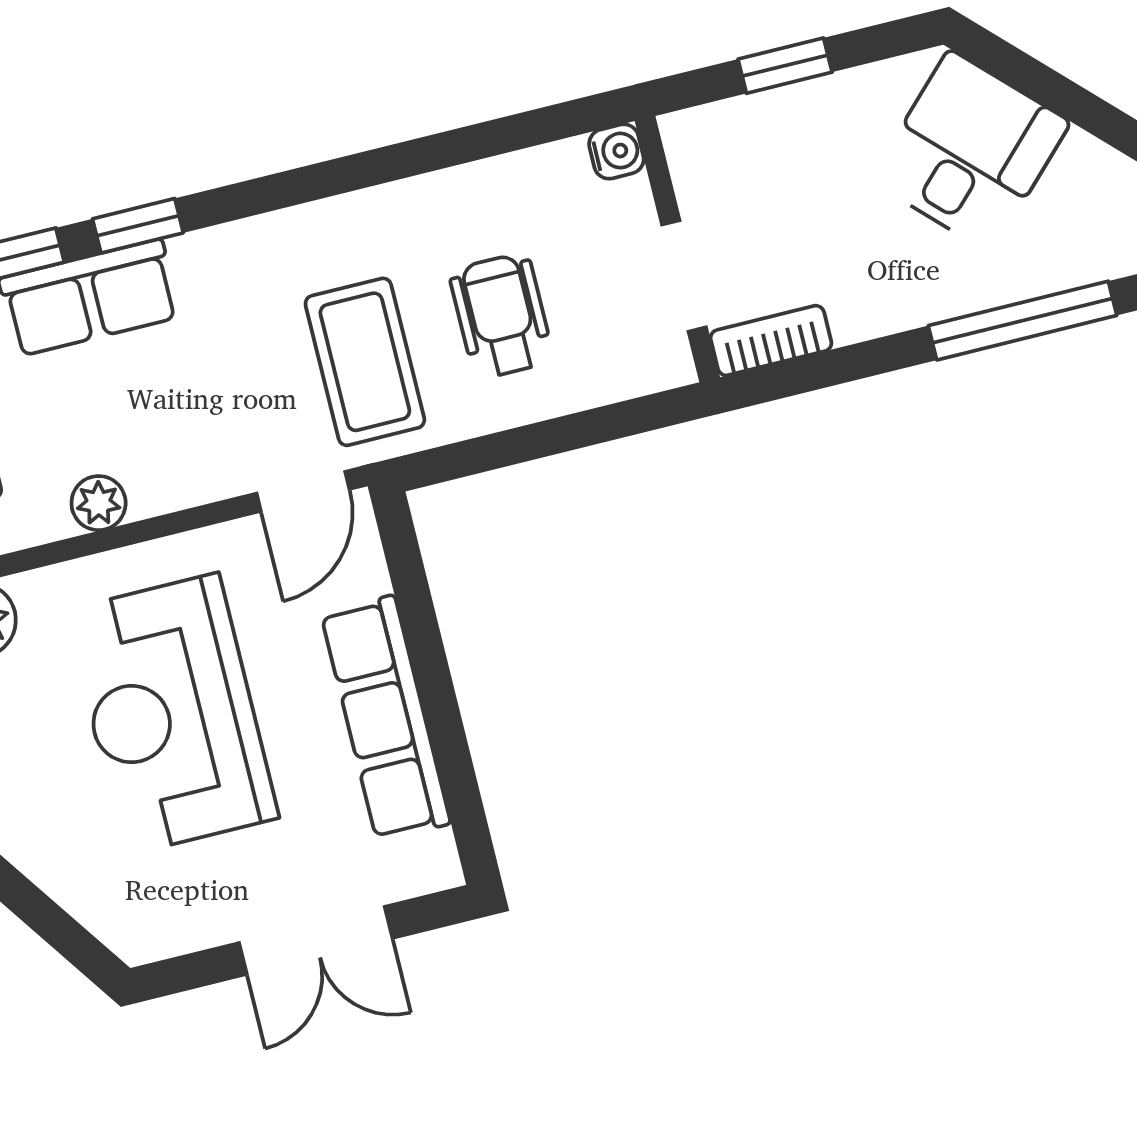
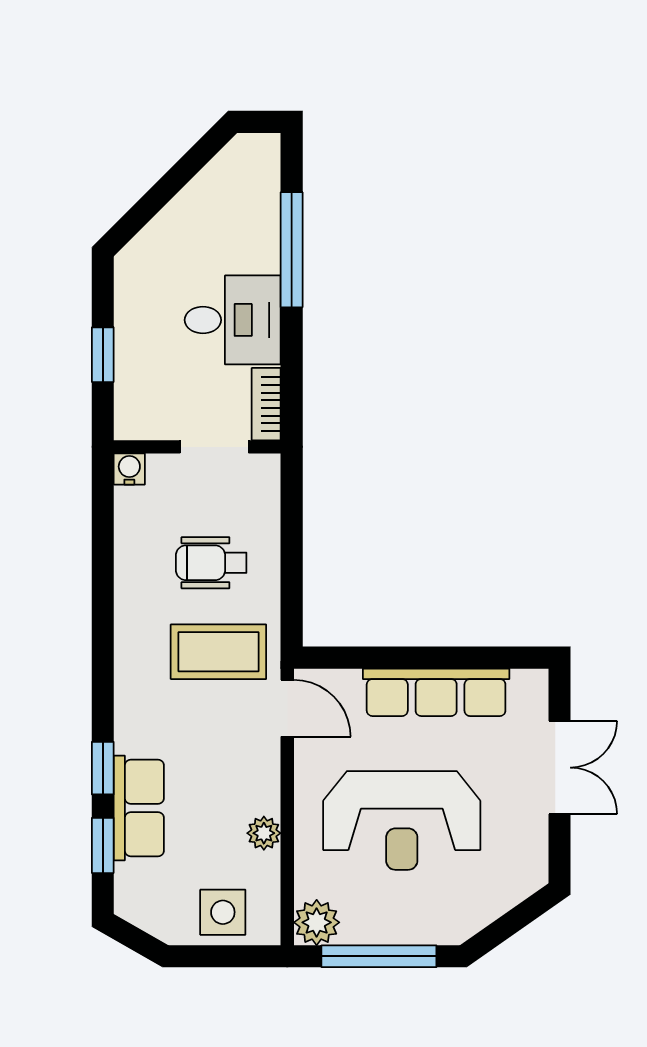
desk: (970, 151) -> (233, 320), moved, turned 135

